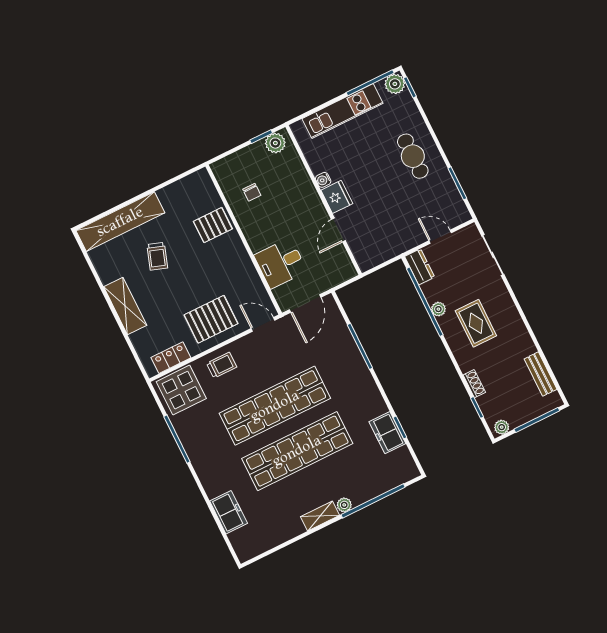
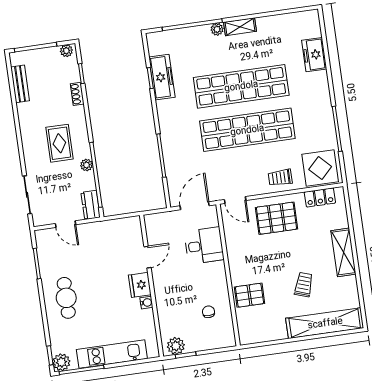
freezer: (387, 433) -> (162, 77), width x1.40

